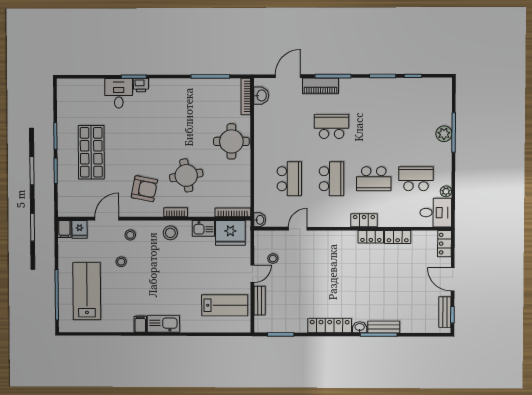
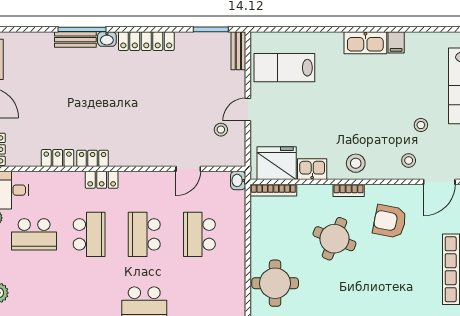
round table: (186, 175) -> (334, 239), turned 32
school desk: (374, 179) -> (89, 234), turned 90
bench: (260, 301) -> (238, 51), moved

